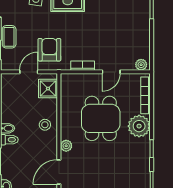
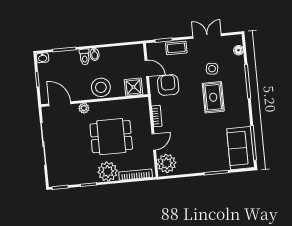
armchair: (49, 50) -> (168, 85), turned -90
plant: (141, 65) -> (167, 163), width x1.87, depth x1.87
door: (111, 72) -> (154, 142), swing flipped
stool: (45, 125) -> (101, 87), width x1.89, depth x1.89

